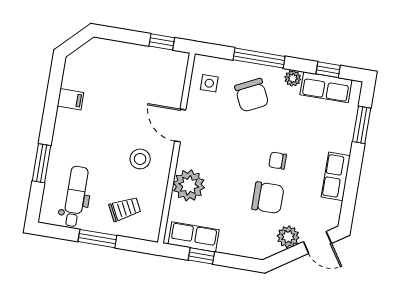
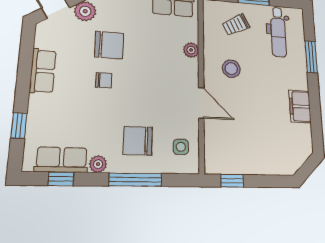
chair: (252, 95) -> (138, 141), turned -64
filing cabinet: (70, 99) -> (300, 107), width x2.00
window: (362, 125) -> (19, 126), width x0.67
plant: (189, 185) -> (191, 50), width x0.53, depth x0.53
chair: (268, 198) -> (109, 45), turned 180

